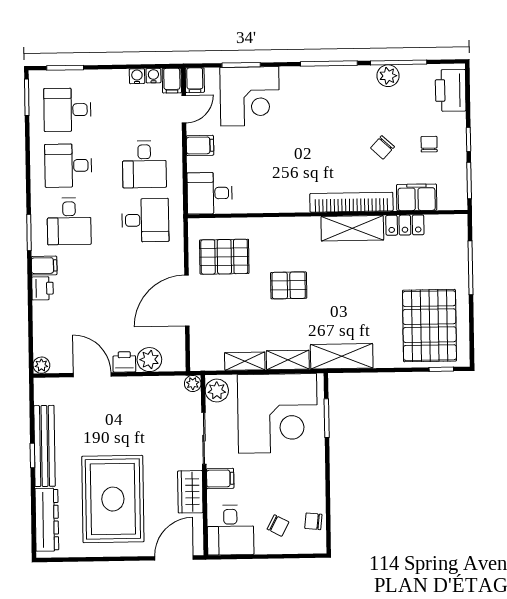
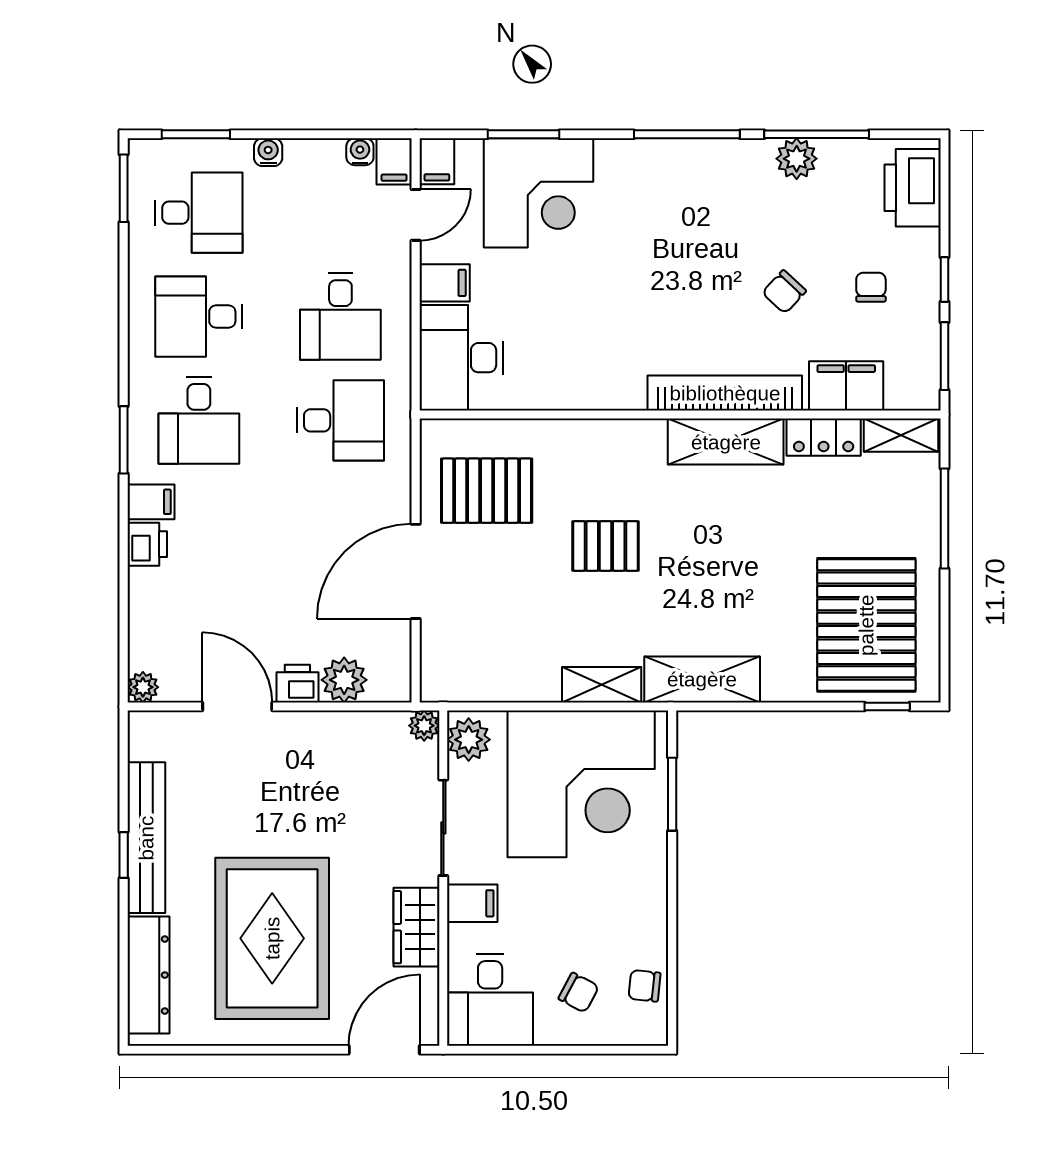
water cooler: (137, 76) -> (268, 152), moved
desk: (67, 110) -> (199, 213), turned 180
desk: (210, 193) -> (461, 358), width x1.37
shelving: (245, 361) -> (901, 435), moved

